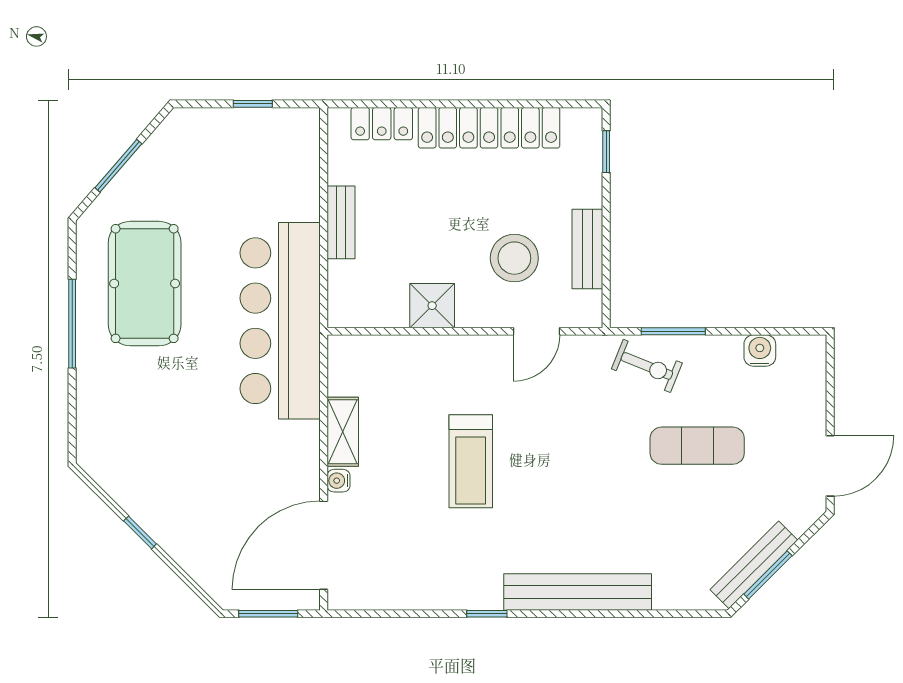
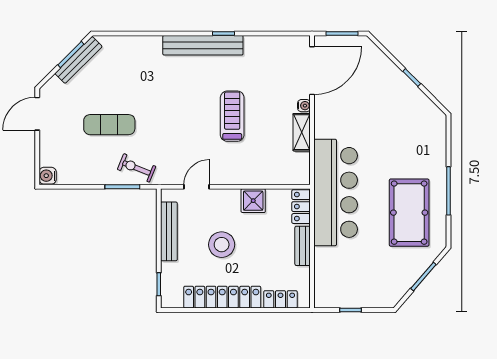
bench: (587, 249) -> (169, 231), width x1.36
stool: (514, 258) -> (222, 245), moved
locker: (344, 295) -> (301, 207), added
water cooler: (760, 350) -> (48, 176), moved, turned 90
bench: (578, 592) -> (203, 45), moved

